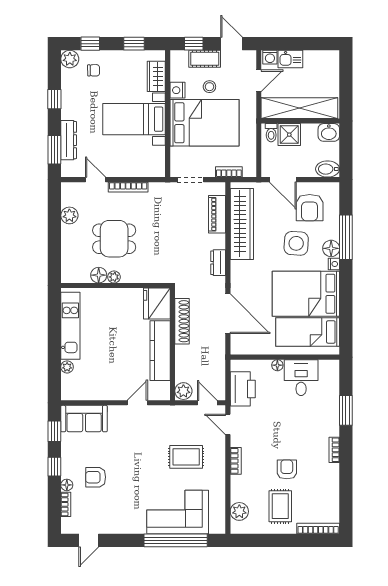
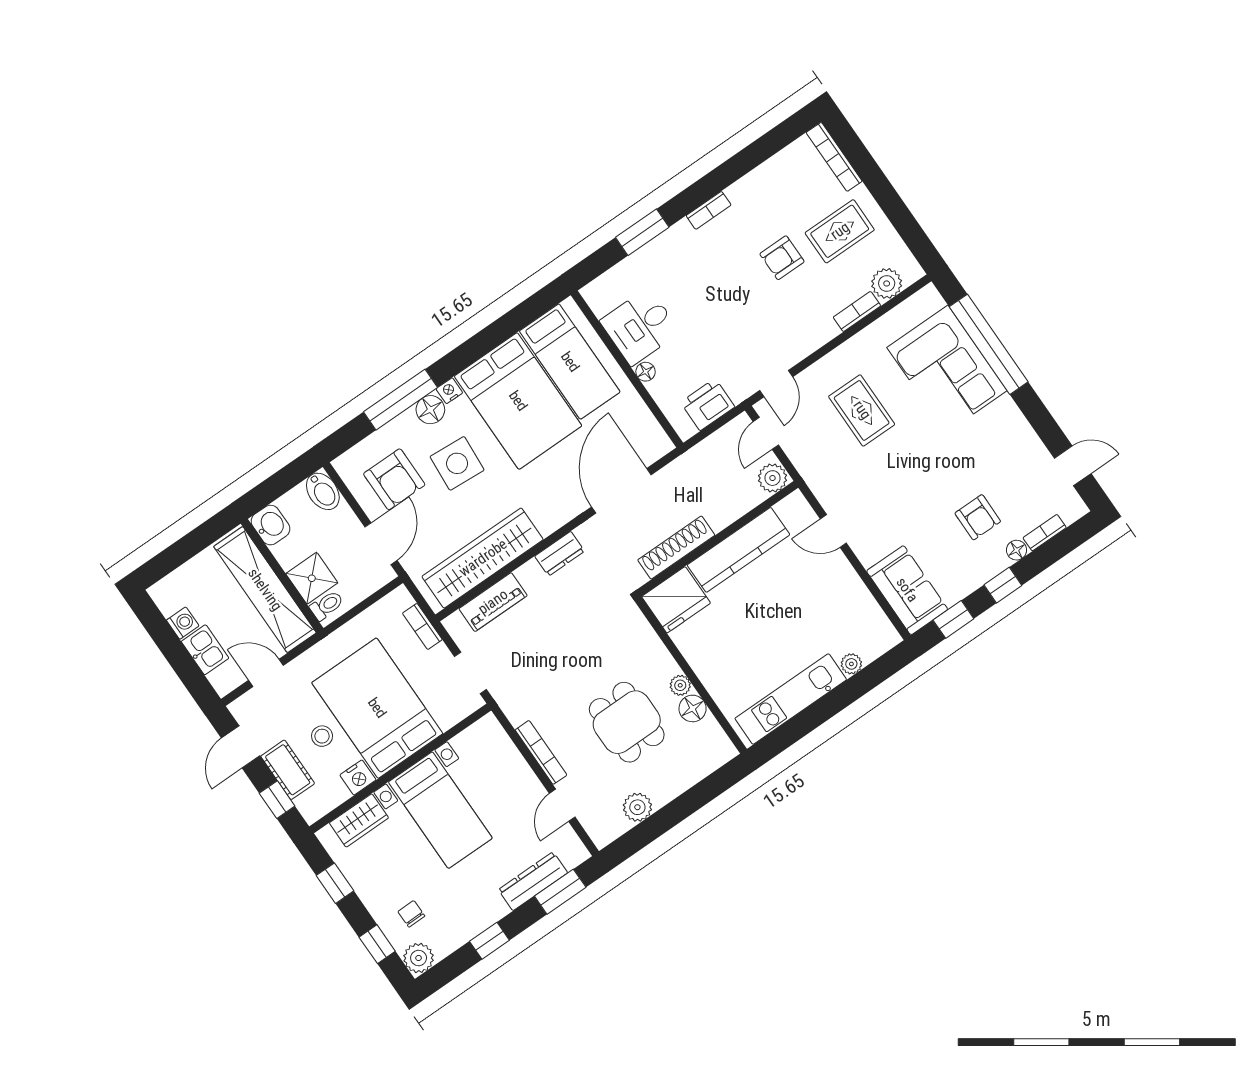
washing machine: (270, 57) -> (183, 623), moved
armchair: (310, 208) -> (394, 479), turned 90
printer: (243, 389) -> (708, 405), width x0.73, depth x0.84
bookcase: (236, 461) -> (857, 311), moved

